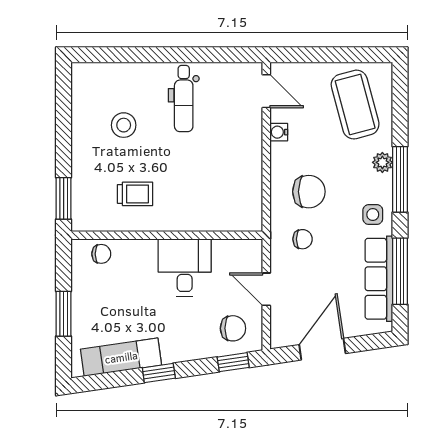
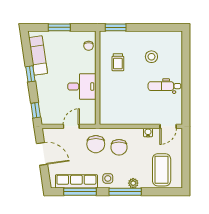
coffee table: (355, 105) -> (162, 170), turned -75
chair: (303, 239) -> (96, 144), width x1.87, depth x1.87
chair: (233, 328) -> (52, 110), removed

